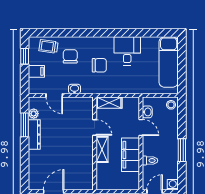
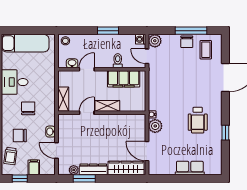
door: (54, 95) -> (56, 151), swing flipped
filing cabinet: (130, 155) -> (124, 79), moved
wardrobe: (36, 169) -> (126, 168), added

